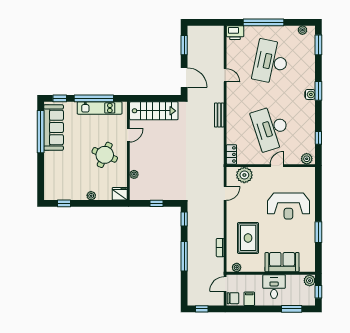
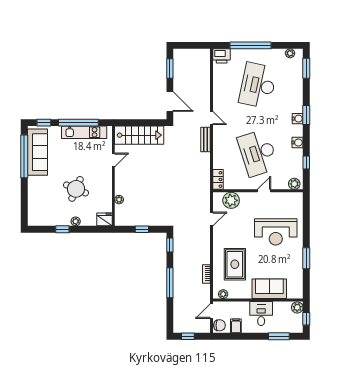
door: (225, 75) -> (212, 118), moved
water cooler: (310, 118) -> (298, 142), added
round table: (105, 155) -> (76, 189), moved
window: (64, 203) -> (62, 229), moved

